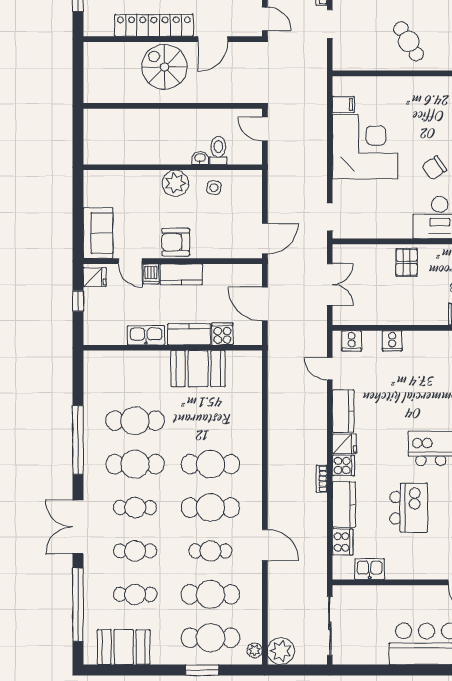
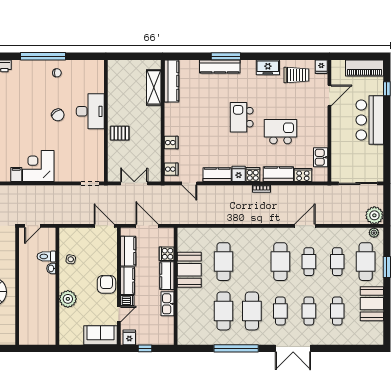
corner desk: (365, 147) -> (38, 166), width x0.74, depth x0.74
plant: (175, 183) -> (68, 299), moved
armchair: (176, 242) -> (106, 284), turned 180
kitchen counter: (226, 275) -> (128, 251), added
door: (265, 304) -> (147, 226), swing flipped
door: (330, 369) -> (189, 183), hinge flipped
cafe table: (210, 464) -> (223, 262), moved
cafe table: (210, 594) -> (337, 262), width x0.73, depth x0.74
window: (78, 605) -> (344, 348), removed
booth: (124, 647) -> (372, 304), moved

